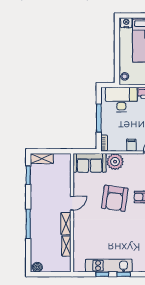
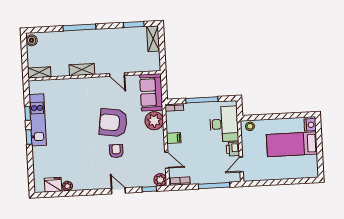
door: (72, 203) -> (117, 75), moved
shelving: (66, 246) -> (39, 72), moved

